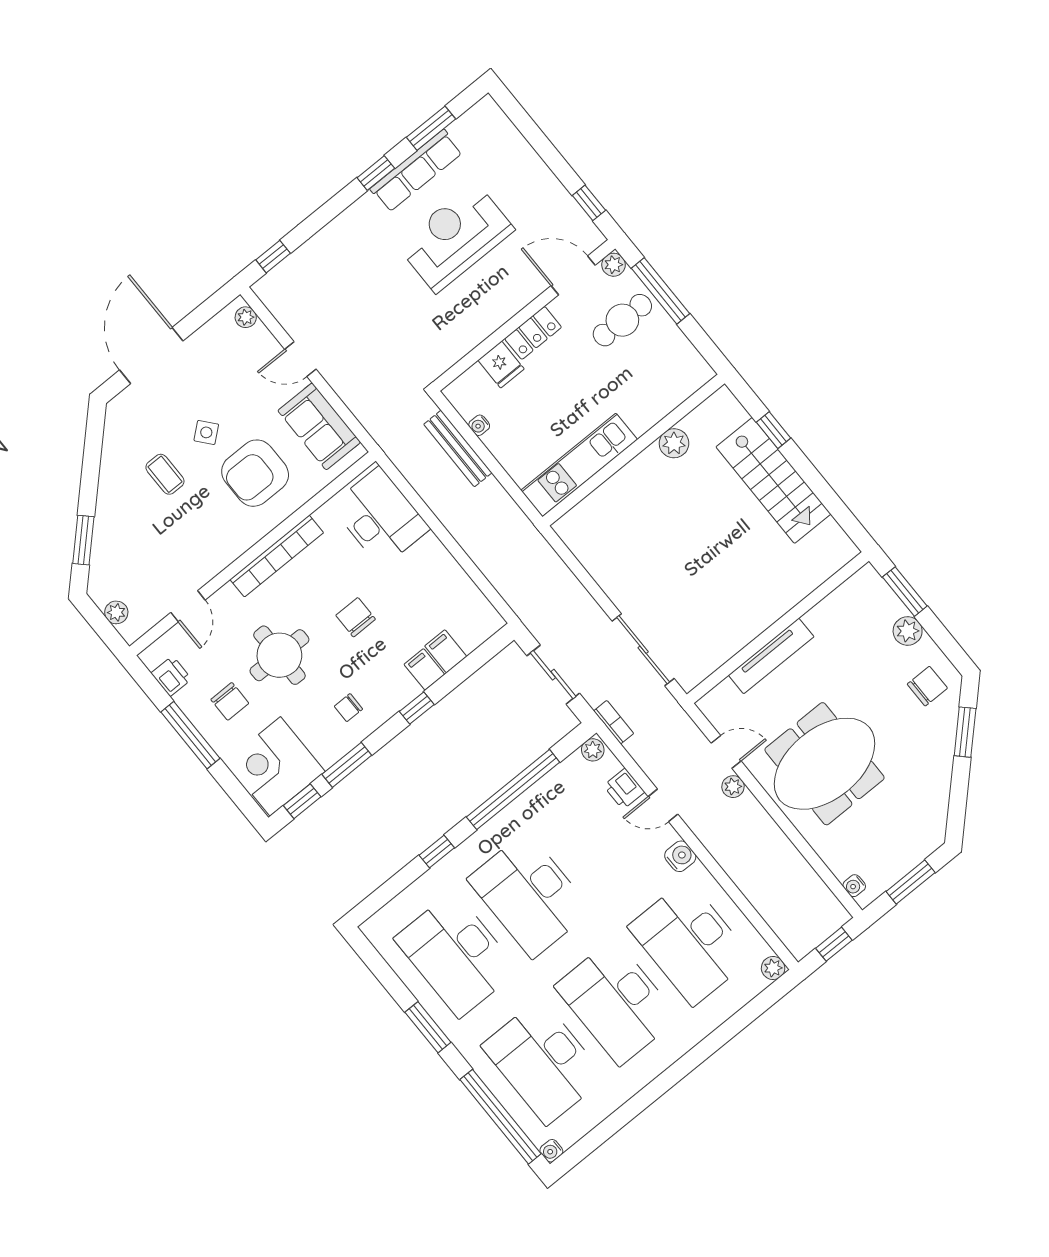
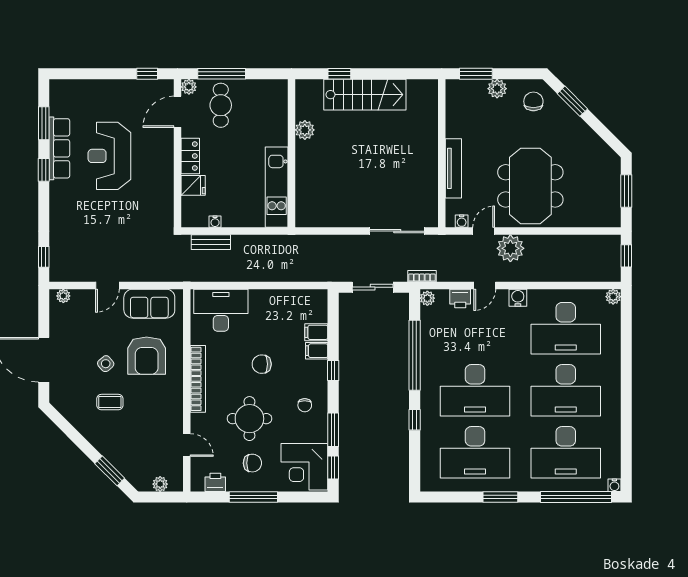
bench: (458, 448) -> (211, 242), width x0.73
plant: (733, 787) -> (510, 248), width x1.87, depth x1.87
water cooler: (854, 886) -> (462, 221), moved

